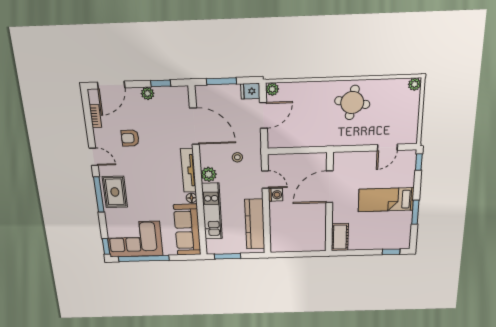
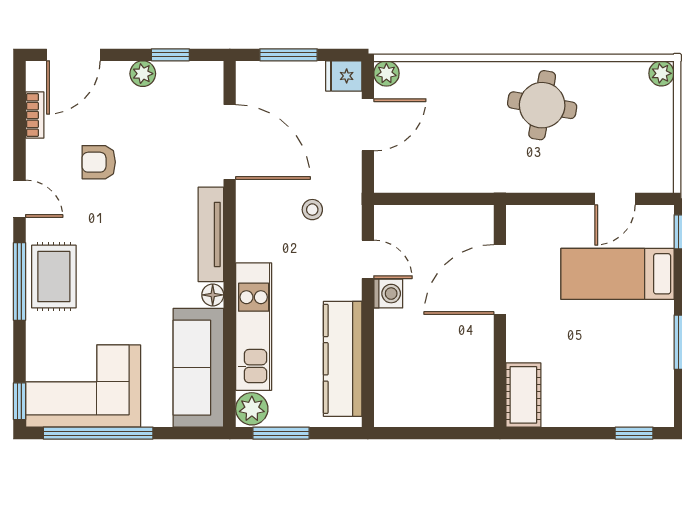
plant: (209, 174) -> (252, 409), moved
bed: (386, 200) -> (617, 274), moved

